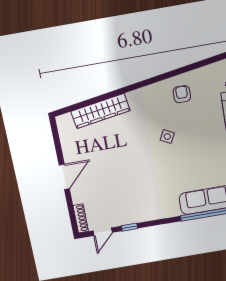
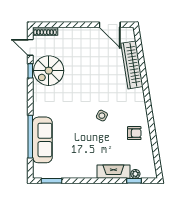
door: (64, 177) -> (110, 25), moved
spiral stairs: (125, 207) -> (49, 71), added

